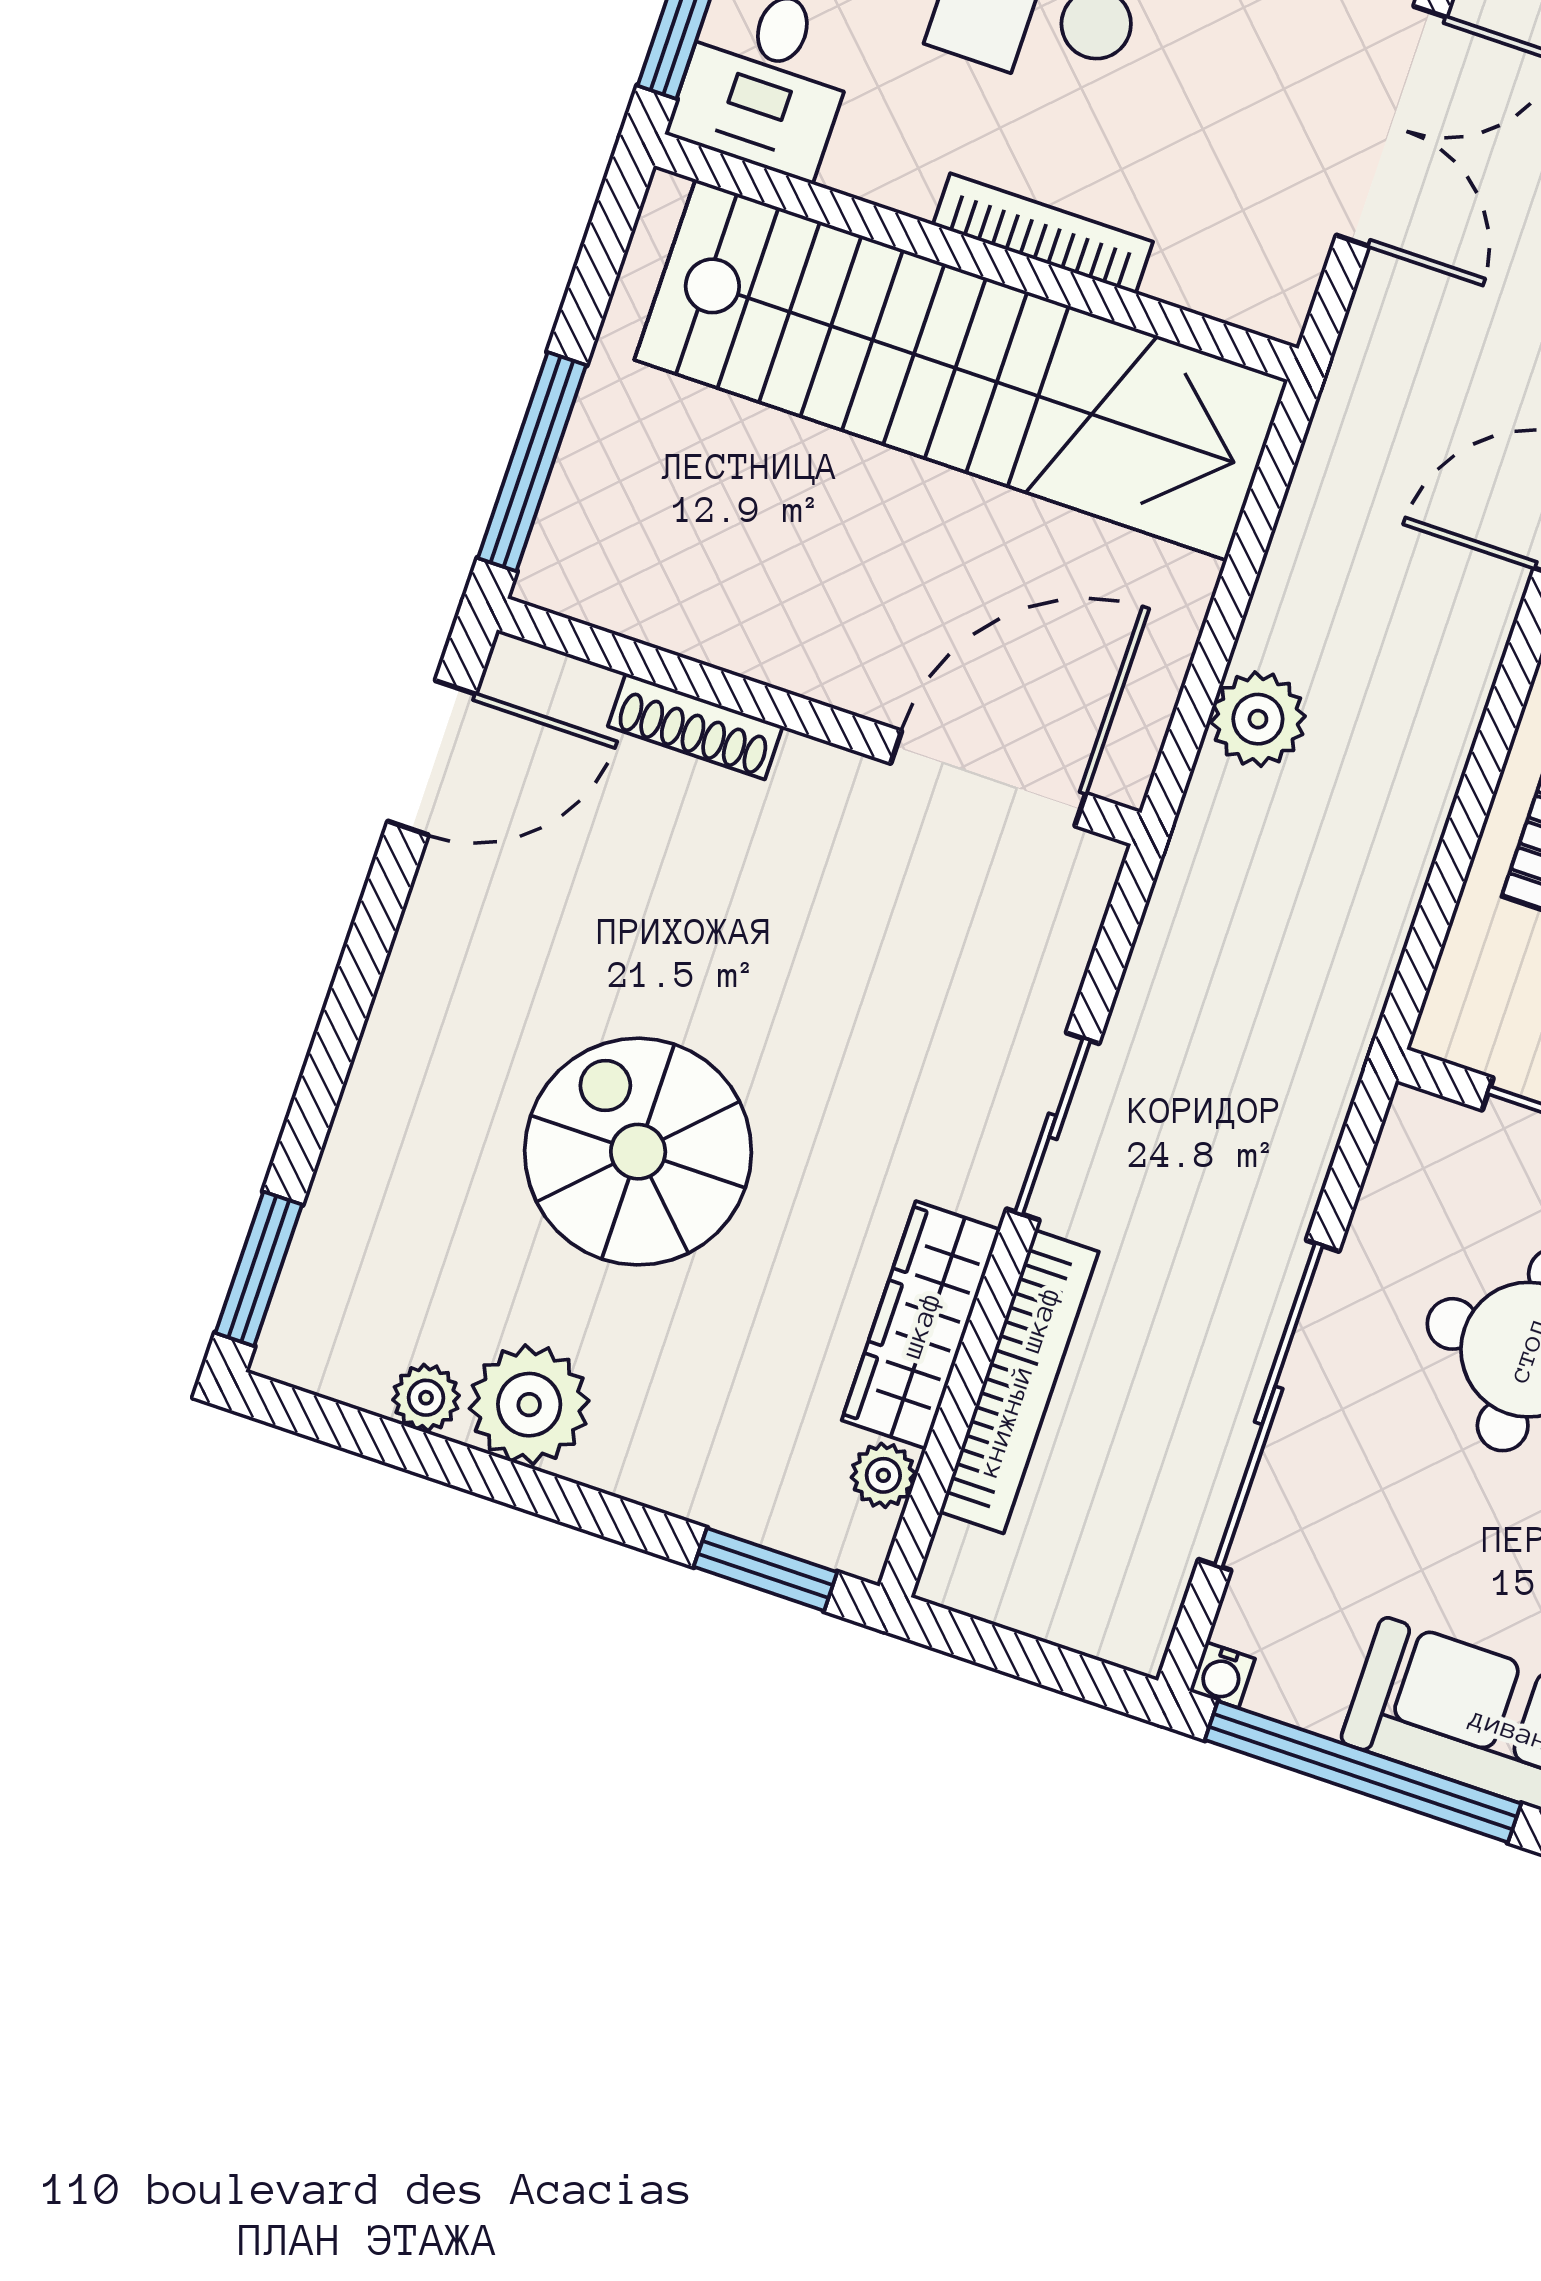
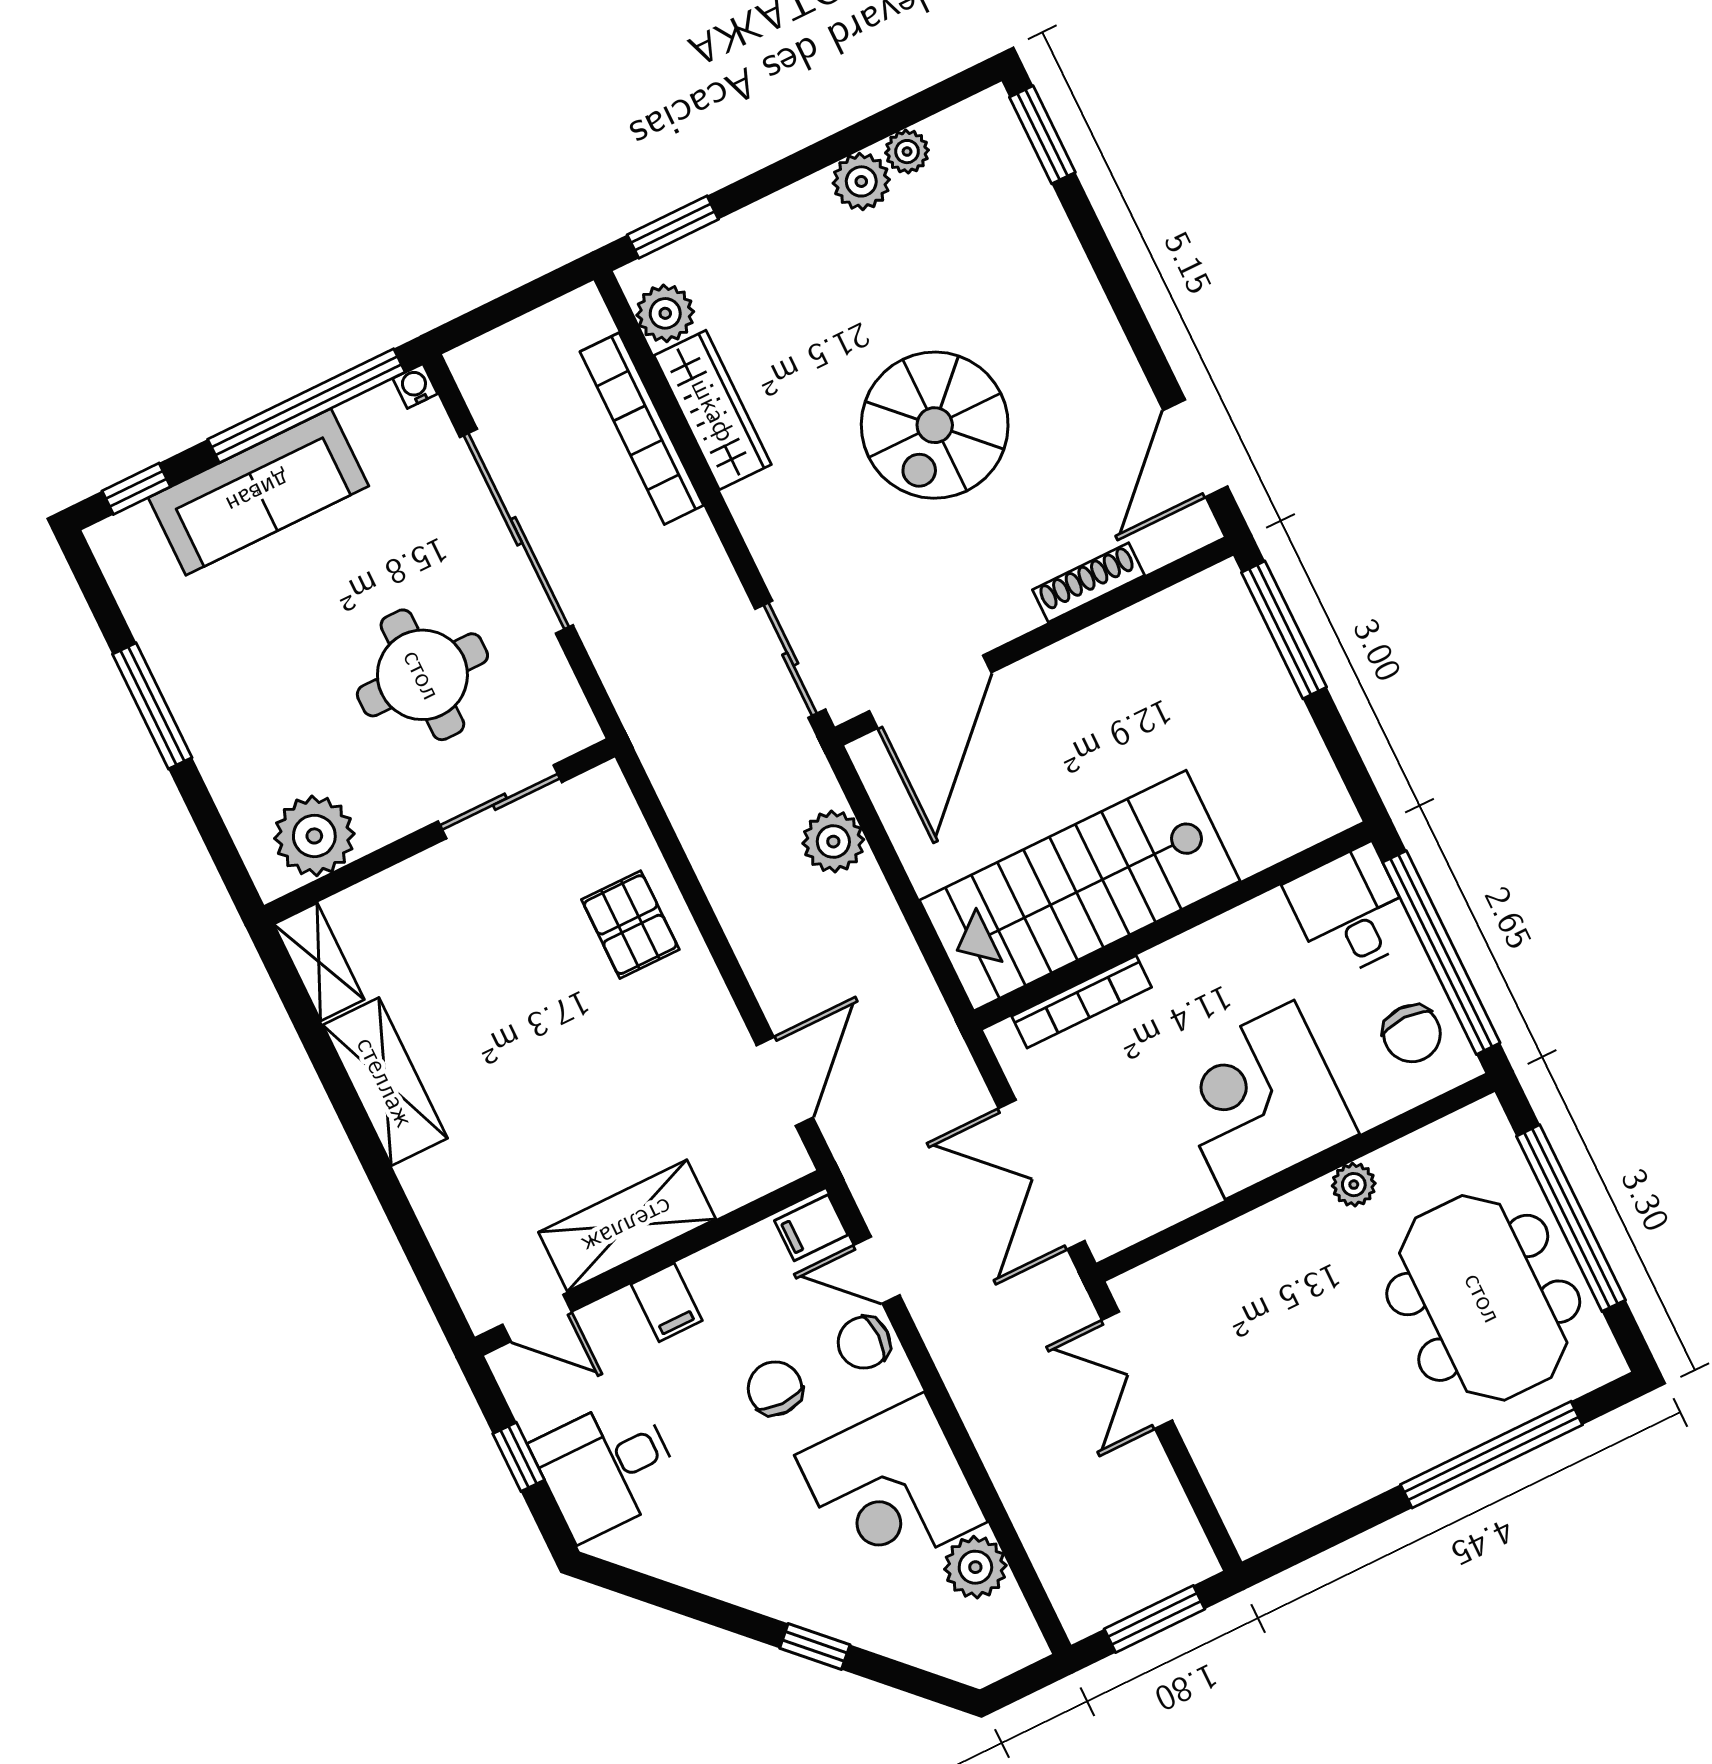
bookcase: (1043, 233) -> (1082, 1002), moved
stairs: (961, 370) -> (1080, 891), width x0.73
sliding door: (1053, 1126) -> (790, 659), moved
spiral stairs: (638, 1152) -> (935, 425), moved, turned 90
plant: (529, 1405) -> (861, 181), width x0.73, depth x0.73
plant: (883, 1475) -> (665, 313), width x1.38, depth x1.38

